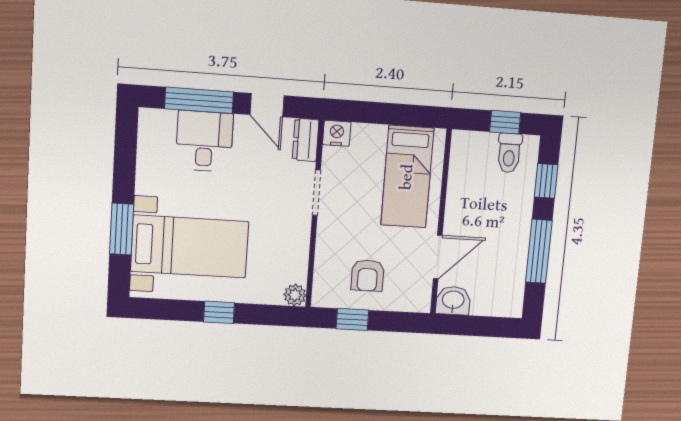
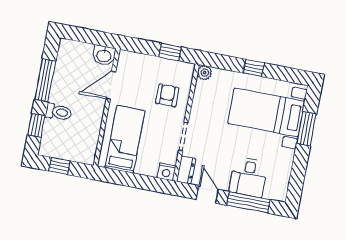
toilet: (509, 153) -> (59, 112), moved, turned 90
armchair: (368, 275) -> (167, 95), moved

